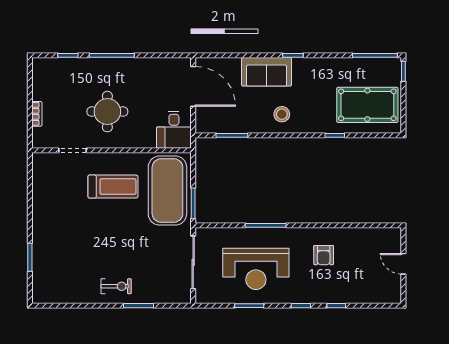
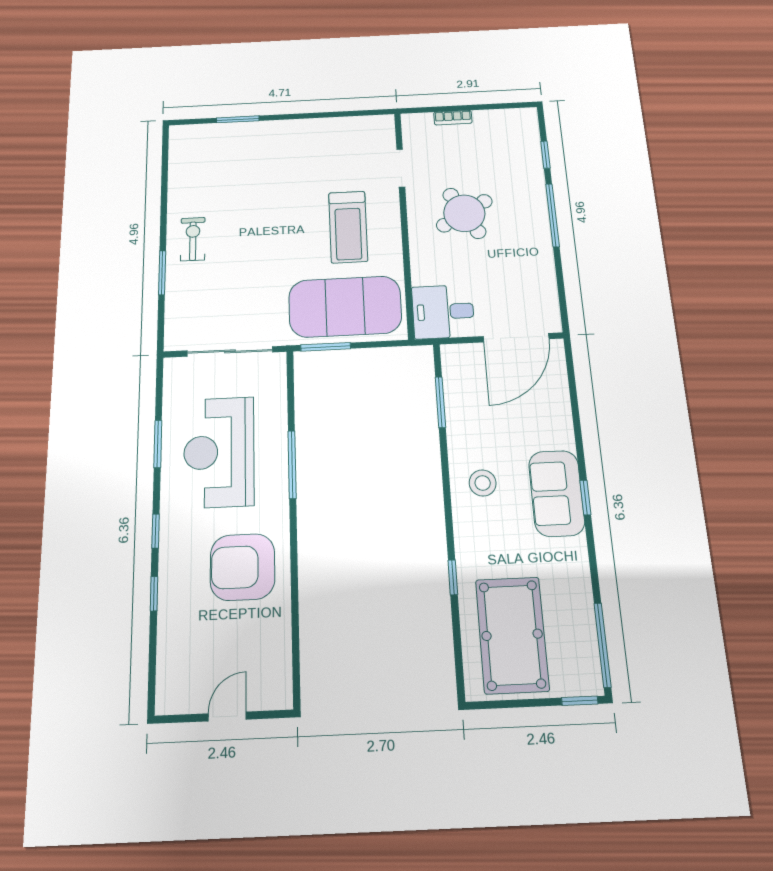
sofa: (266, 72) -> (557, 493), moved
round table: (107, 112) -> (464, 213), turned -30
armchair: (324, 255) -> (242, 567), width x1.88, depth x1.88
exercise bike: (116, 286) -> (193, 239), turned 180

